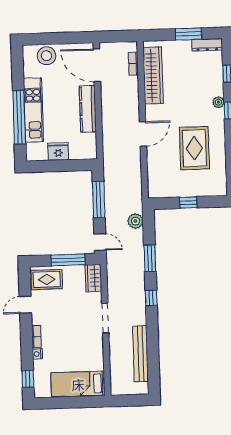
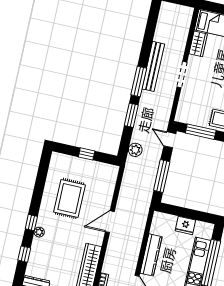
wardrobe: (93, 278) -> (198, 44), moved
window: (151, 298) -> (139, 82), width x2.17
bench: (141, 354) -> (153, 66), moved

